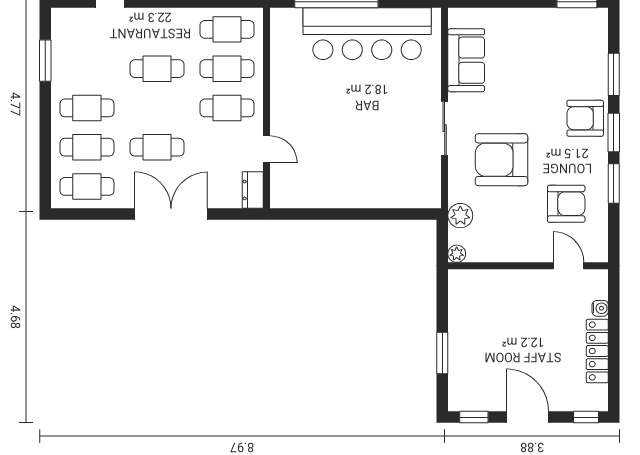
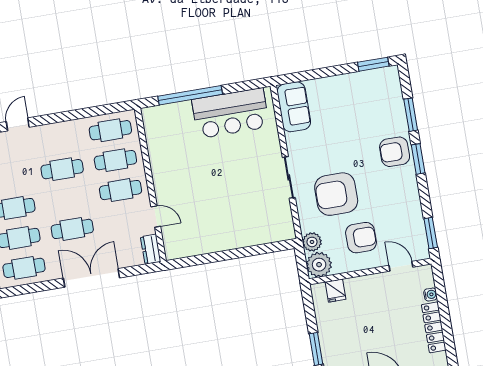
bar counter: (367, 34) -> (231, 113), width x0.73
sofa: (466, 60) -> (294, 107), moved
window: (614, 184) -> (431, 233), moved
armchair: (566, 204) -> (361, 238), moved
plant: (457, 254) -> (319, 265), width x1.88, depth x1.88
fridge: (480, 283) -> (336, 291), added

